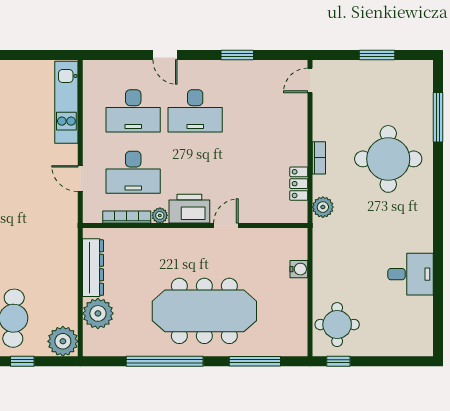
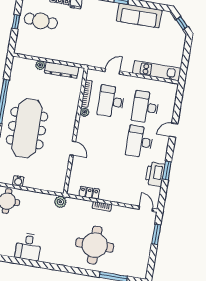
window: (377, 55) -> (156, 234), moved
plant: (323, 207) -> (60, 202), moved
printer: (189, 209) -> (155, 174), moved, turned 180
water cooler: (299, 269) -> (18, 181), moved
plant: (98, 313) -> (40, 65), width x0.53, depth x0.53
plant: (63, 341) -> (23, 46), removed

